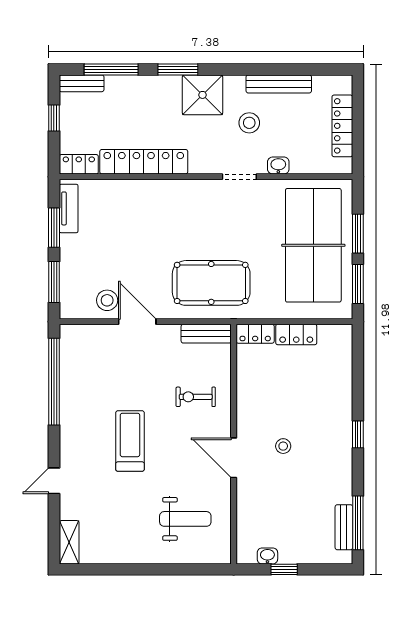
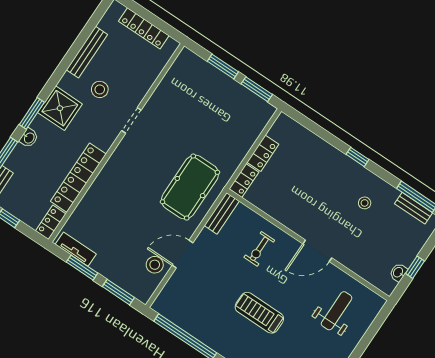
washbasin: (278, 166) -> (29, 138), moved, turned 180
table tennis table: (313, 245) -> (211, 102), removed
stool: (283, 446) -> (365, 203), moved

